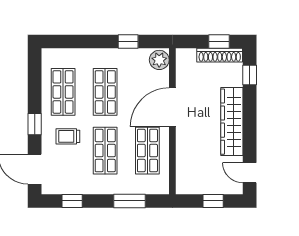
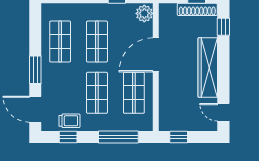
window: (35, 124) -> (35, 70), width x1.50
trolley: (68, 136) -> (69, 121), moved, turned 180
window: (130, 201) -> (118, 137), width x1.44
window: (213, 201) -> (179, 137), moved

